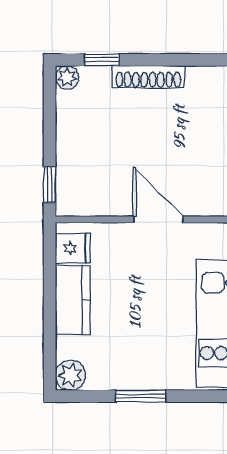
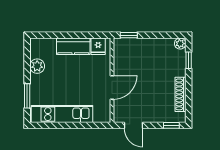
shoe rack: (148, 77) -> (180, 94), moved
plant: (71, 375) -> (37, 66), moved
window: (141, 396) -> (27, 96), moved

